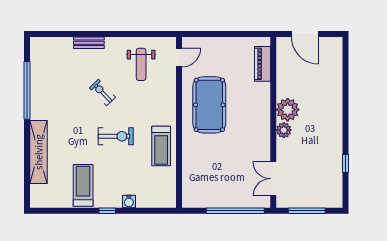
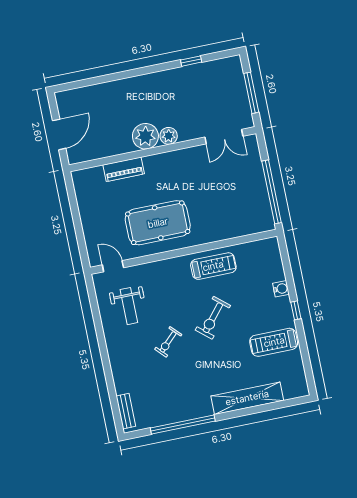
bench: (89, 43) -> (126, 411), moved
weight bench: (141, 64) -> (129, 306), turned 90
piano: (262, 64) -> (124, 169), moved
exercise bike: (116, 136) -> (213, 318), turned -140
window: (235, 211) -> (272, 192), moved

